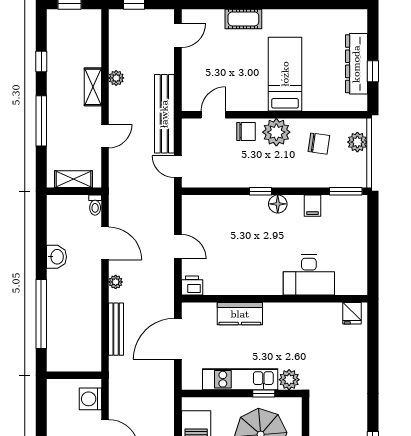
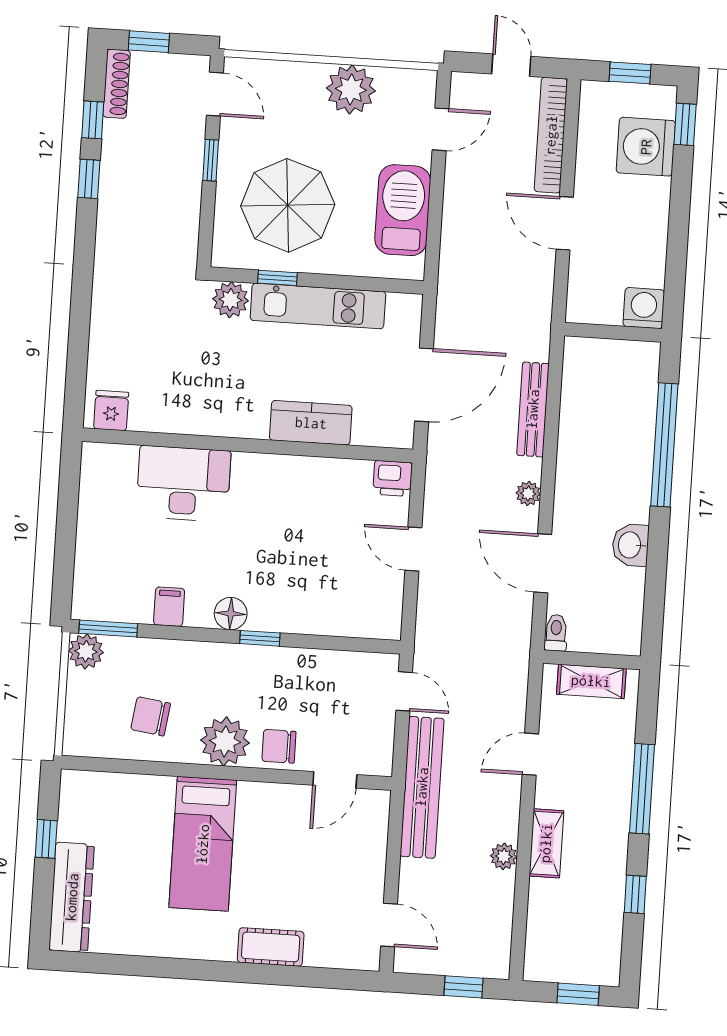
door: (178, 35) -> (389, 925), swing flipped
dresser: (356, 64) -> (72, 897), moved
plant: (357, 142) -> (86, 651), moved
washing machine: (90, 399) -> (644, 308), moved, turned -90

